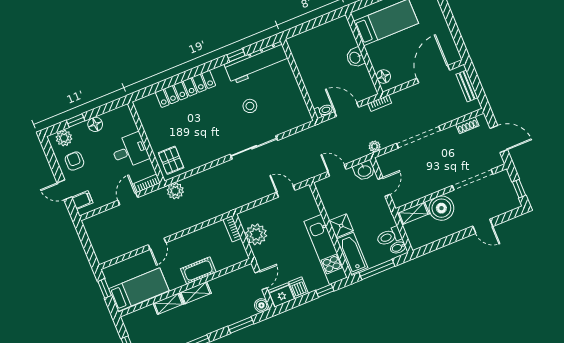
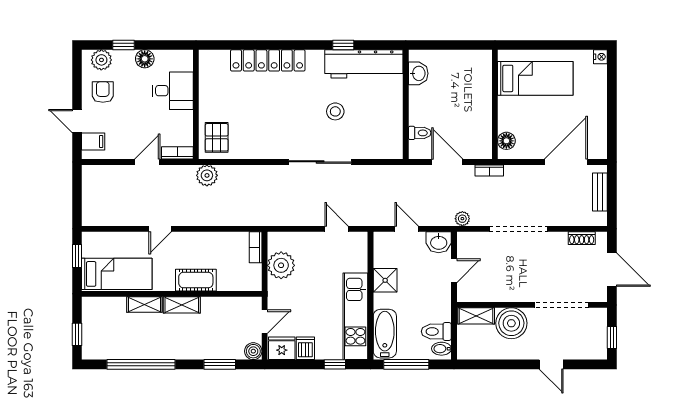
washbasin: (355, 57) -> (418, 73), moved, turned 180
toilet: (324, 111) -> (420, 133), moved
desk: (130, 151) -> (173, 91), moved
shower: (341, 226) -> (385, 280), moved

